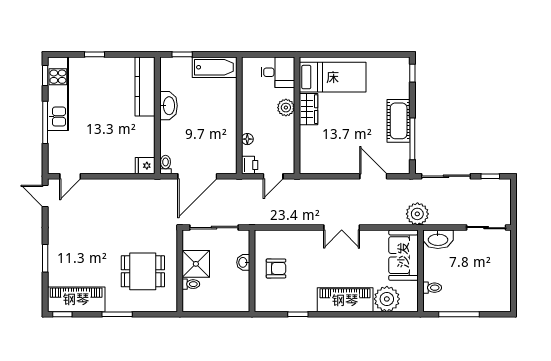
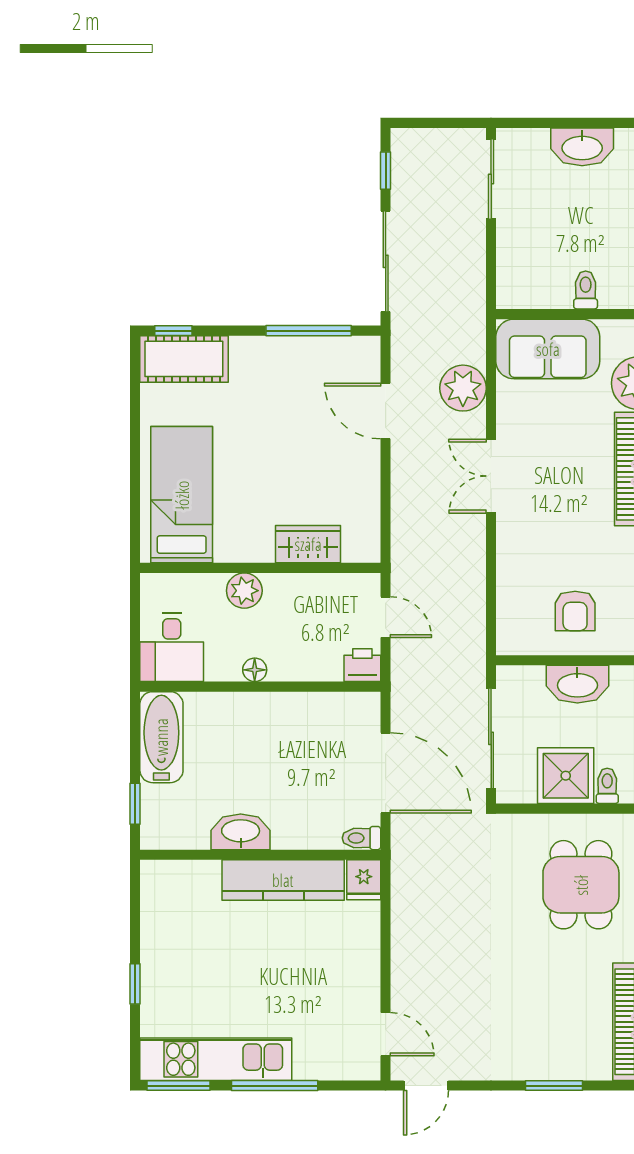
desk: (278, 72) -> (172, 647), moved, turned 180
window: (45, 76) -> (179, 1086), width x1.50
kitchen counter: (145, 86) -> (283, 880), moved
wardrobe: (308, 109) -> (308, 544), moved
cot: (399, 121) -> (184, 359), moved
floor lamp: (247, 139) -> (255, 670), moved
door: (373, 176) -> (386, 411), hinge flipped
plant: (417, 214) -> (463, 388), moved
double door: (342, 228) -> (491, 476), swing flipped
washbasin: (438, 239) -> (582, 147), moved, turned 90
washbasin: (243, 262) -> (577, 684), width x1.91, depth x1.45
armchair: (276, 268) -> (575, 611), turned 180
toilet: (432, 288) -> (586, 290), moved

